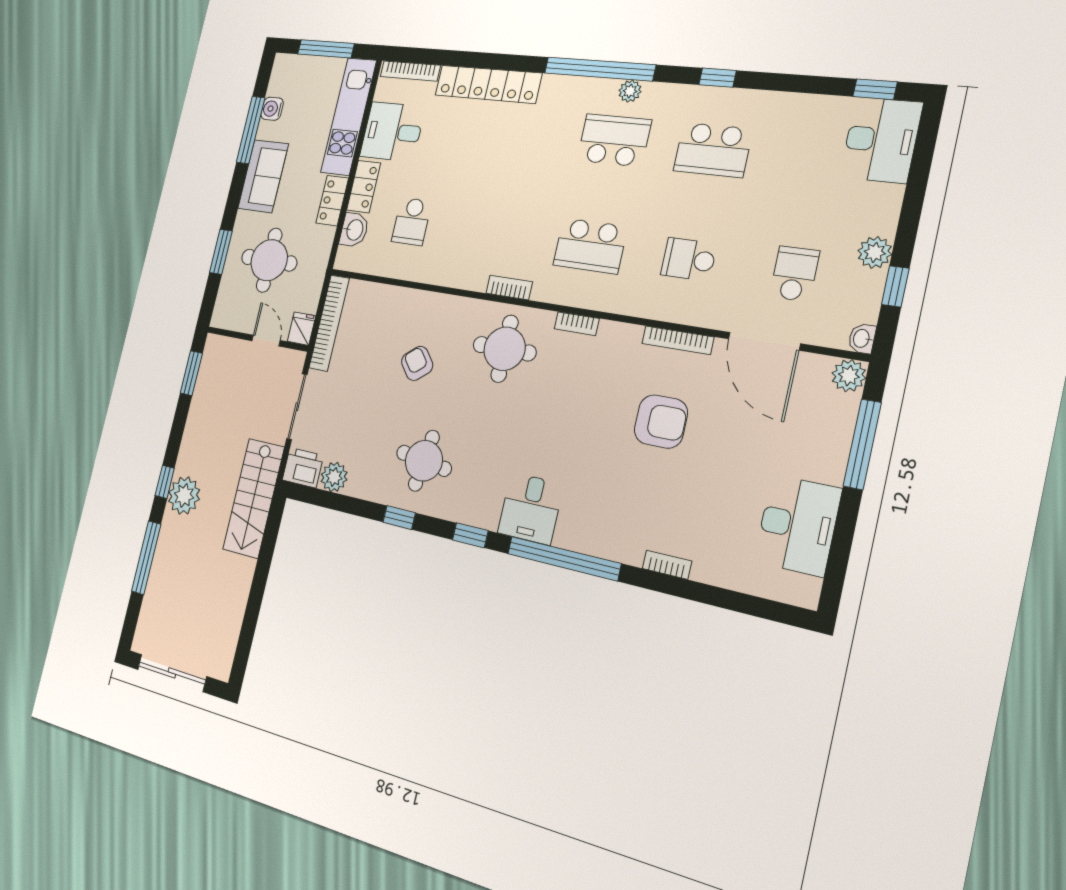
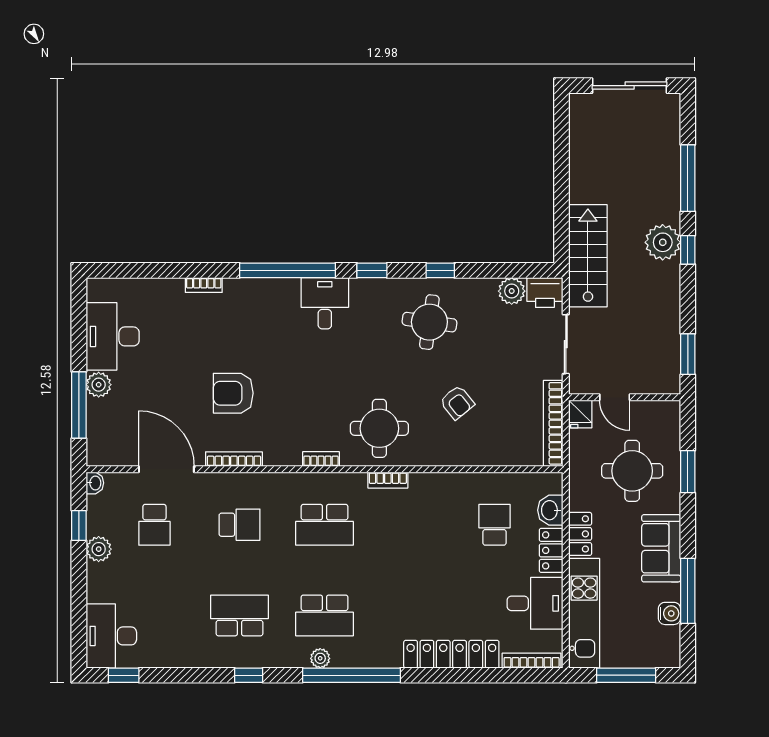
school desk: (590, 246) -> (324, 525), turned 180
plant: (849, 376) -> (99, 385), moved

